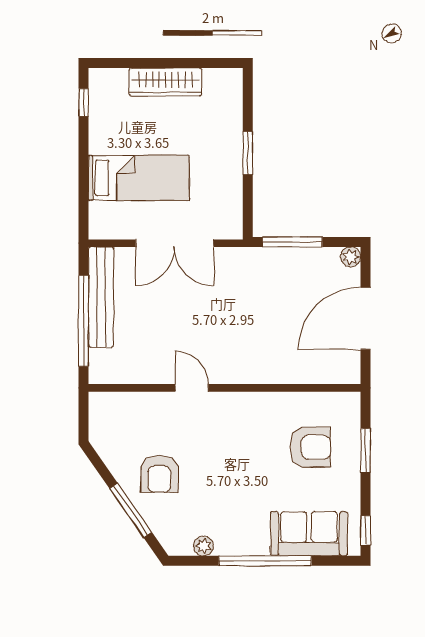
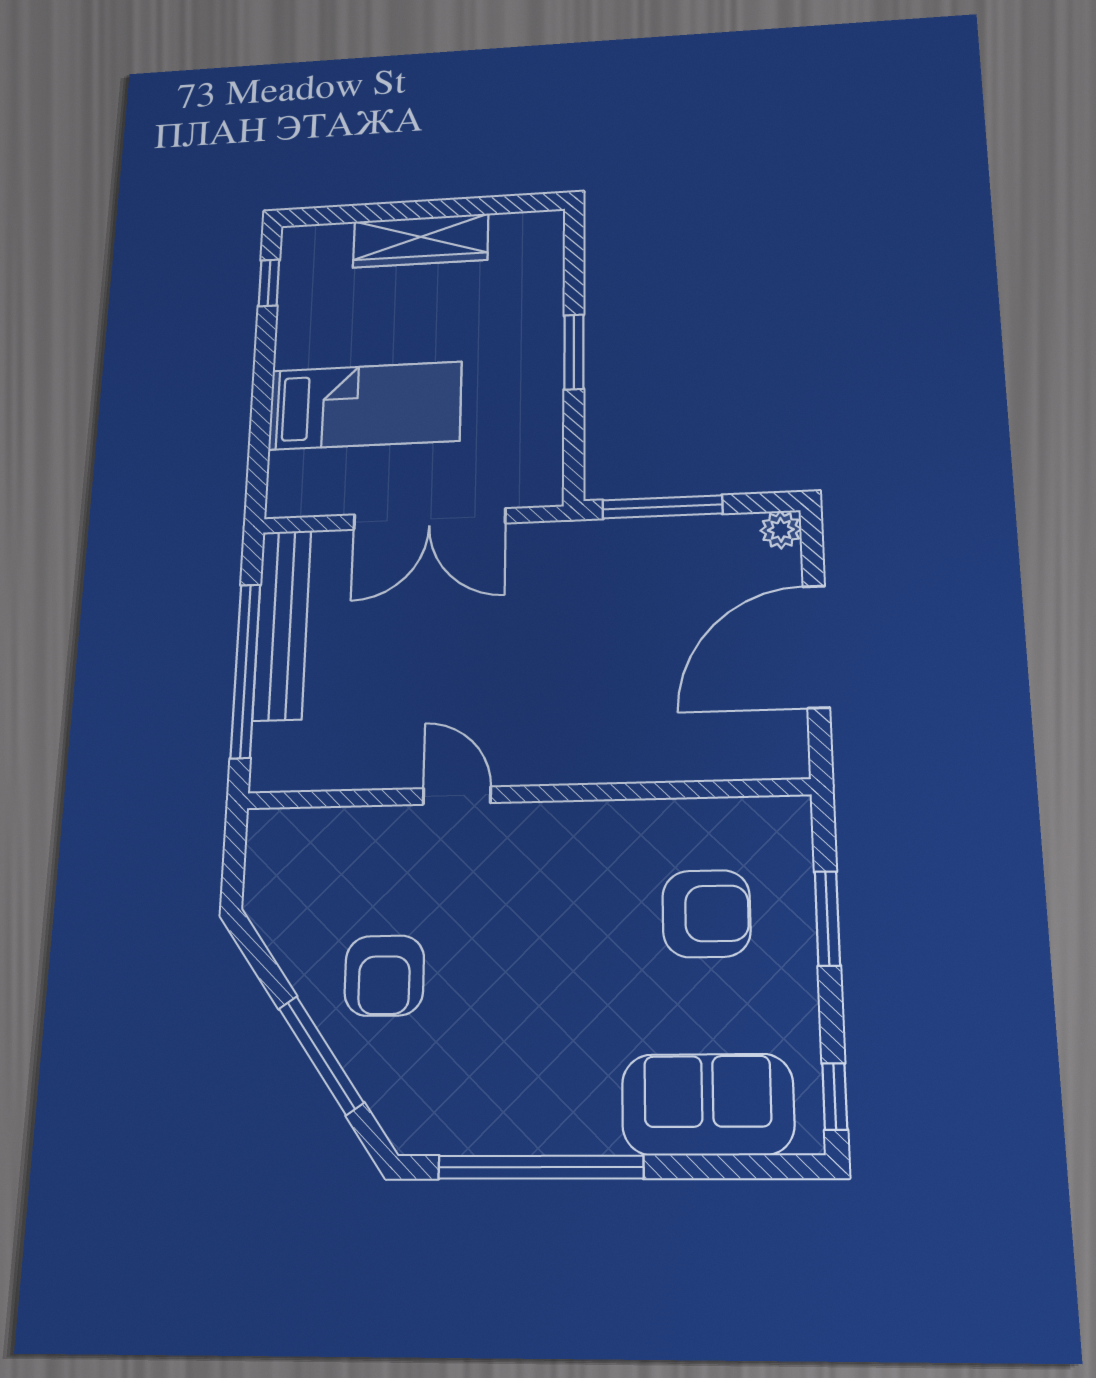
plant: (203, 546) -> (475, 1134), removed
window: (265, 561) -> (540, 1167), moved

